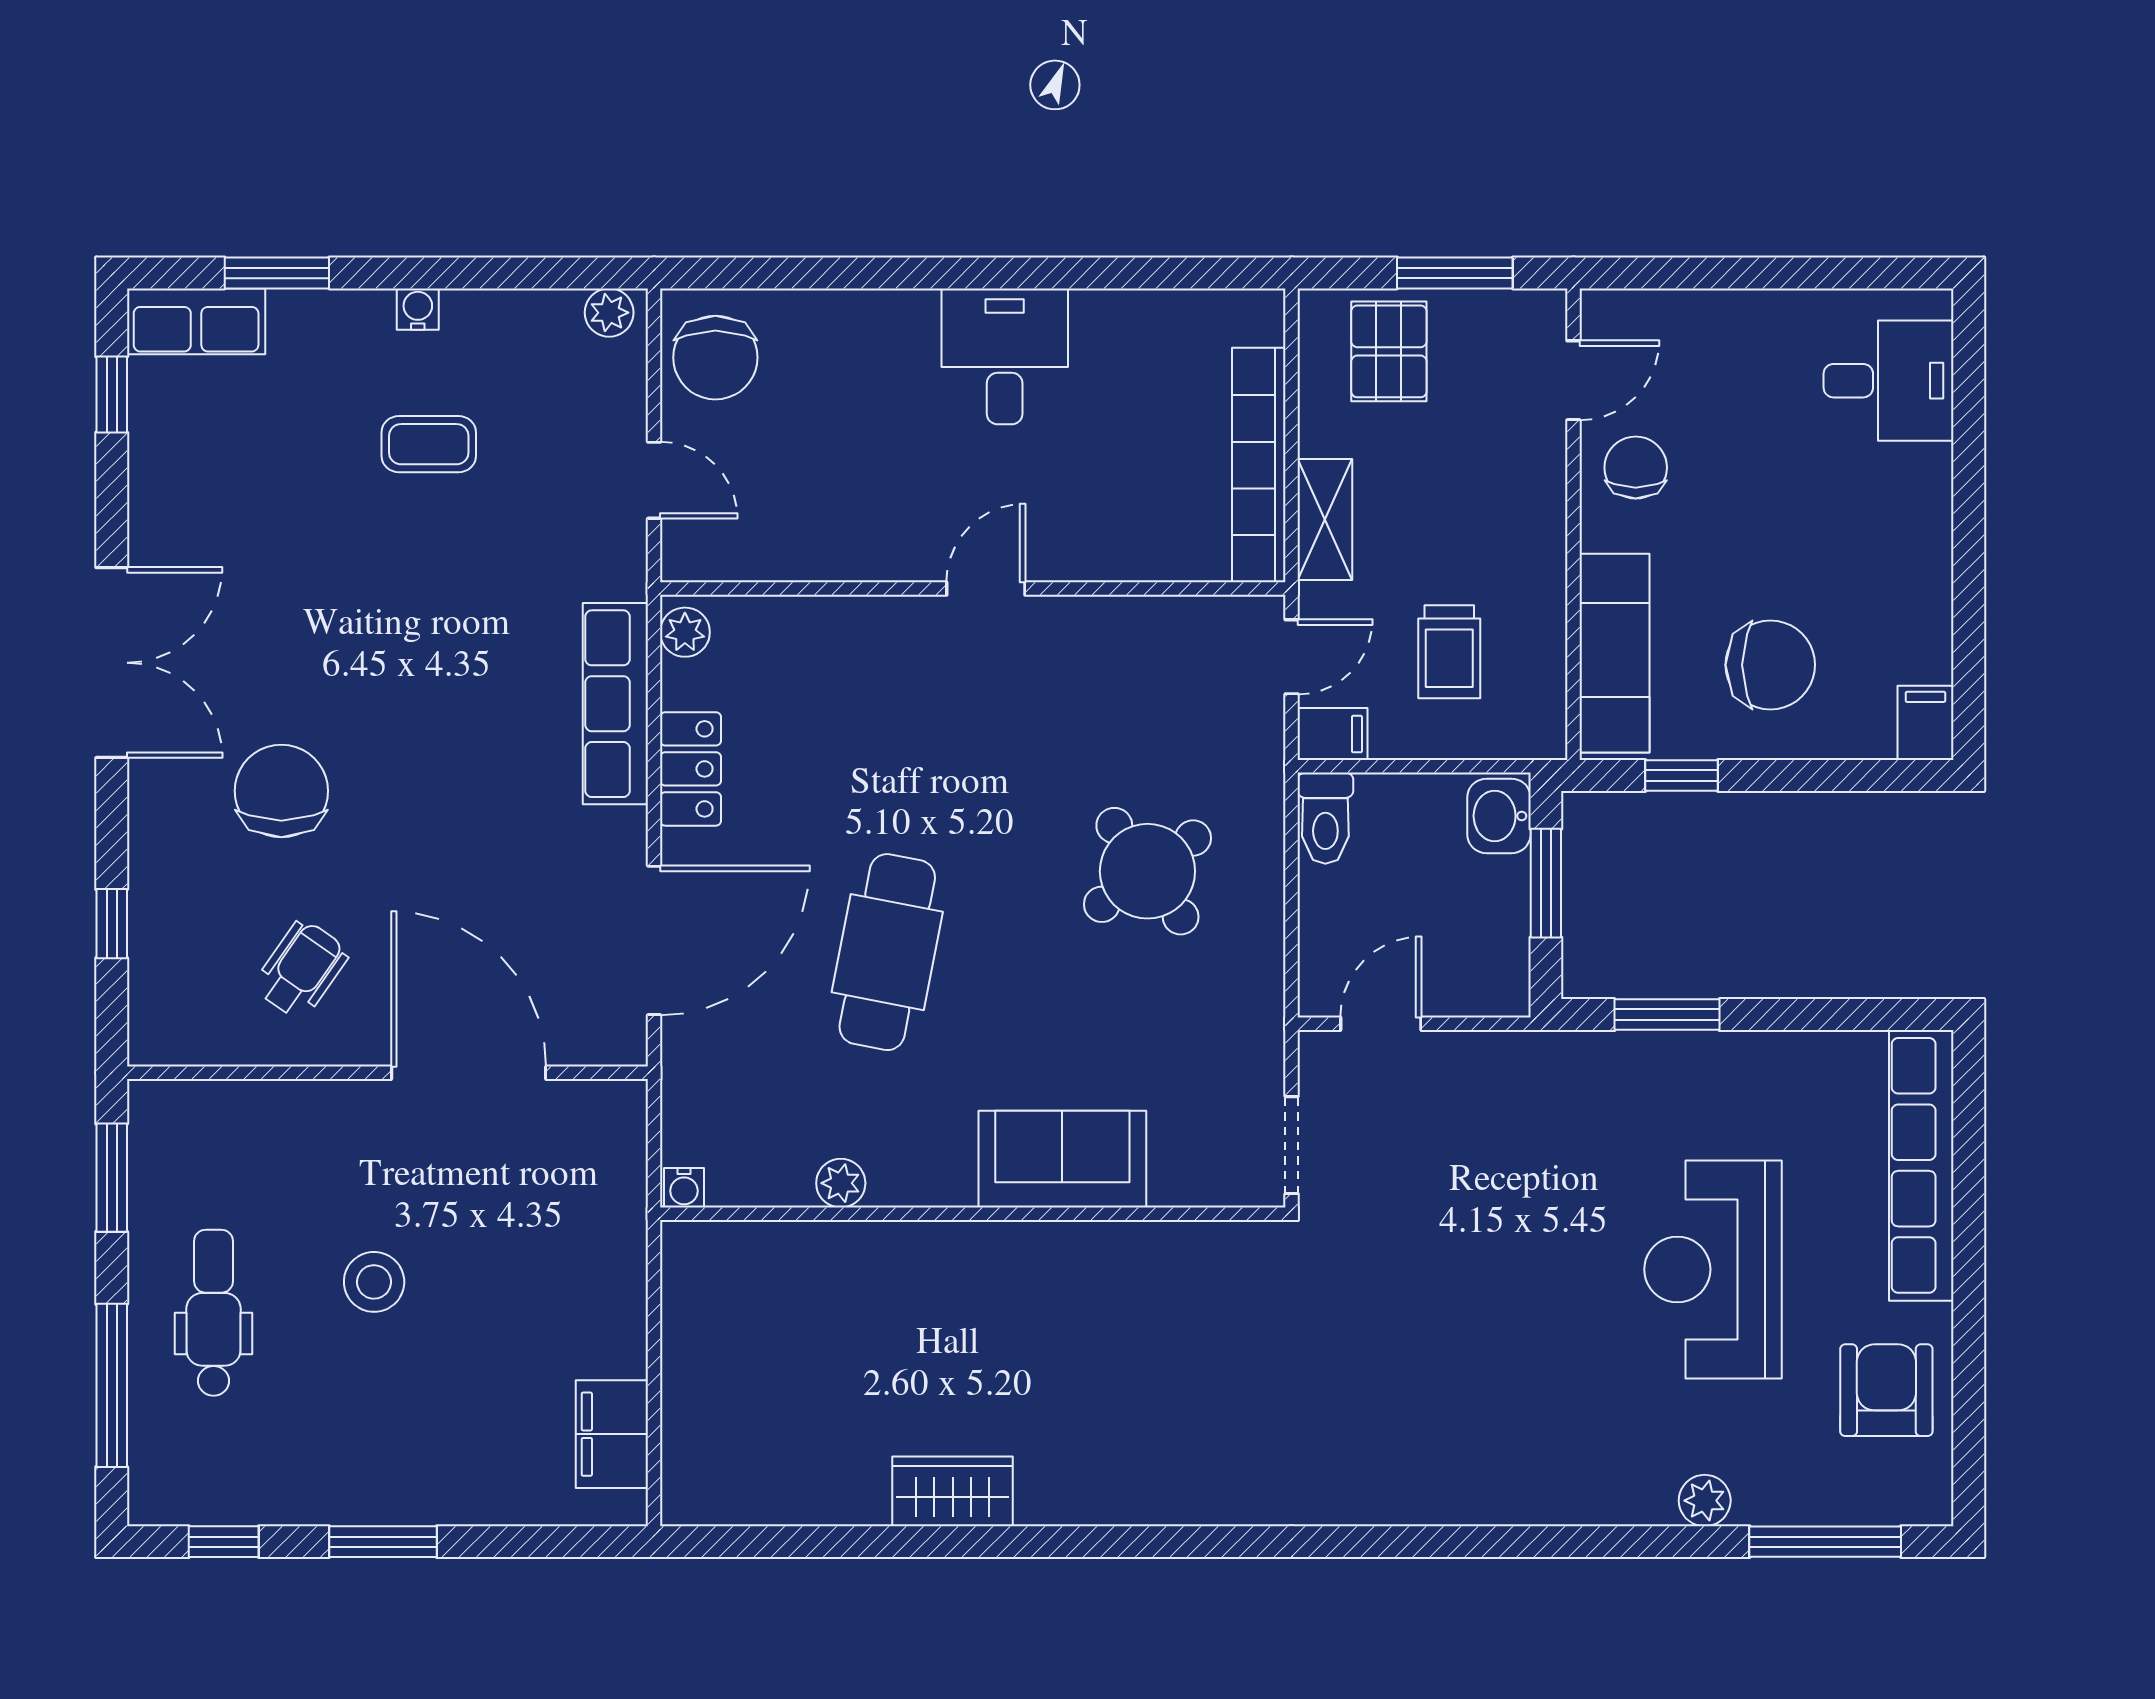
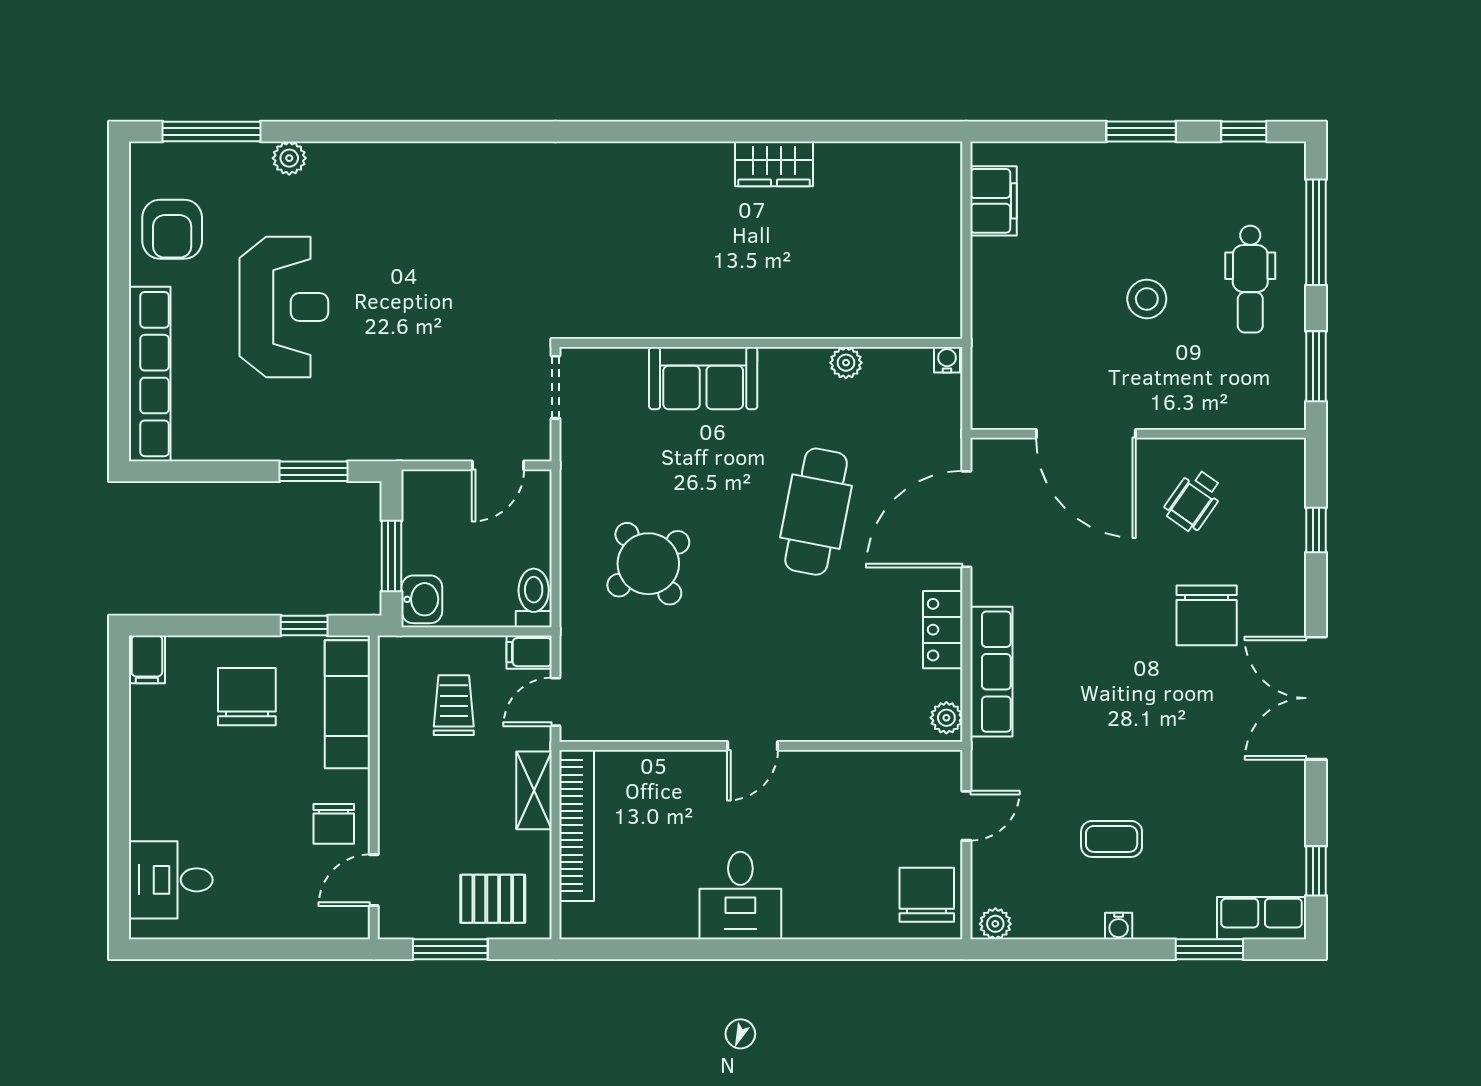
pallet: (1389, 351) -> (493, 899), turned 90
door: (654, 480) -> (966, 816), swing flipped
chair: (1770, 665) -> (247, 697), turned 90

